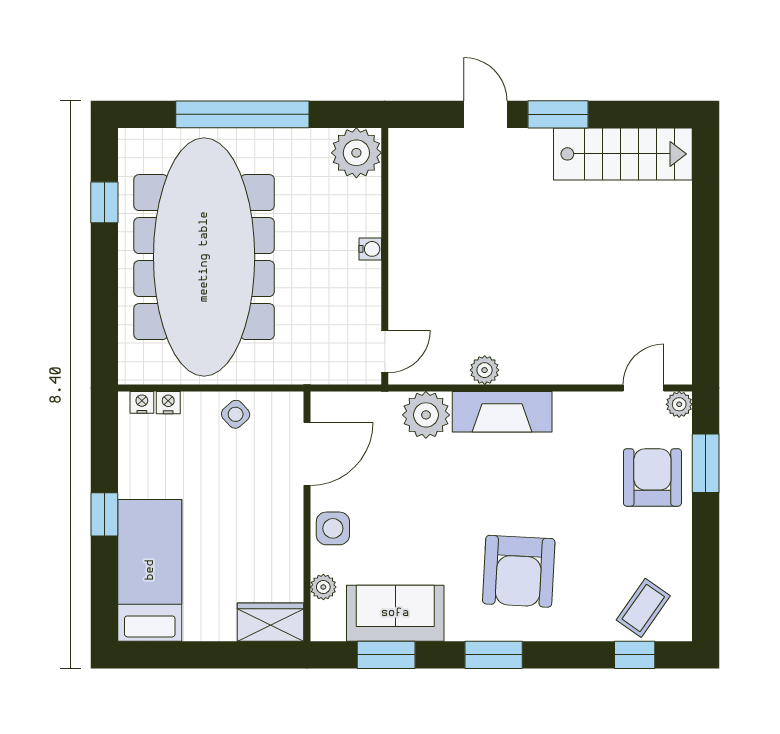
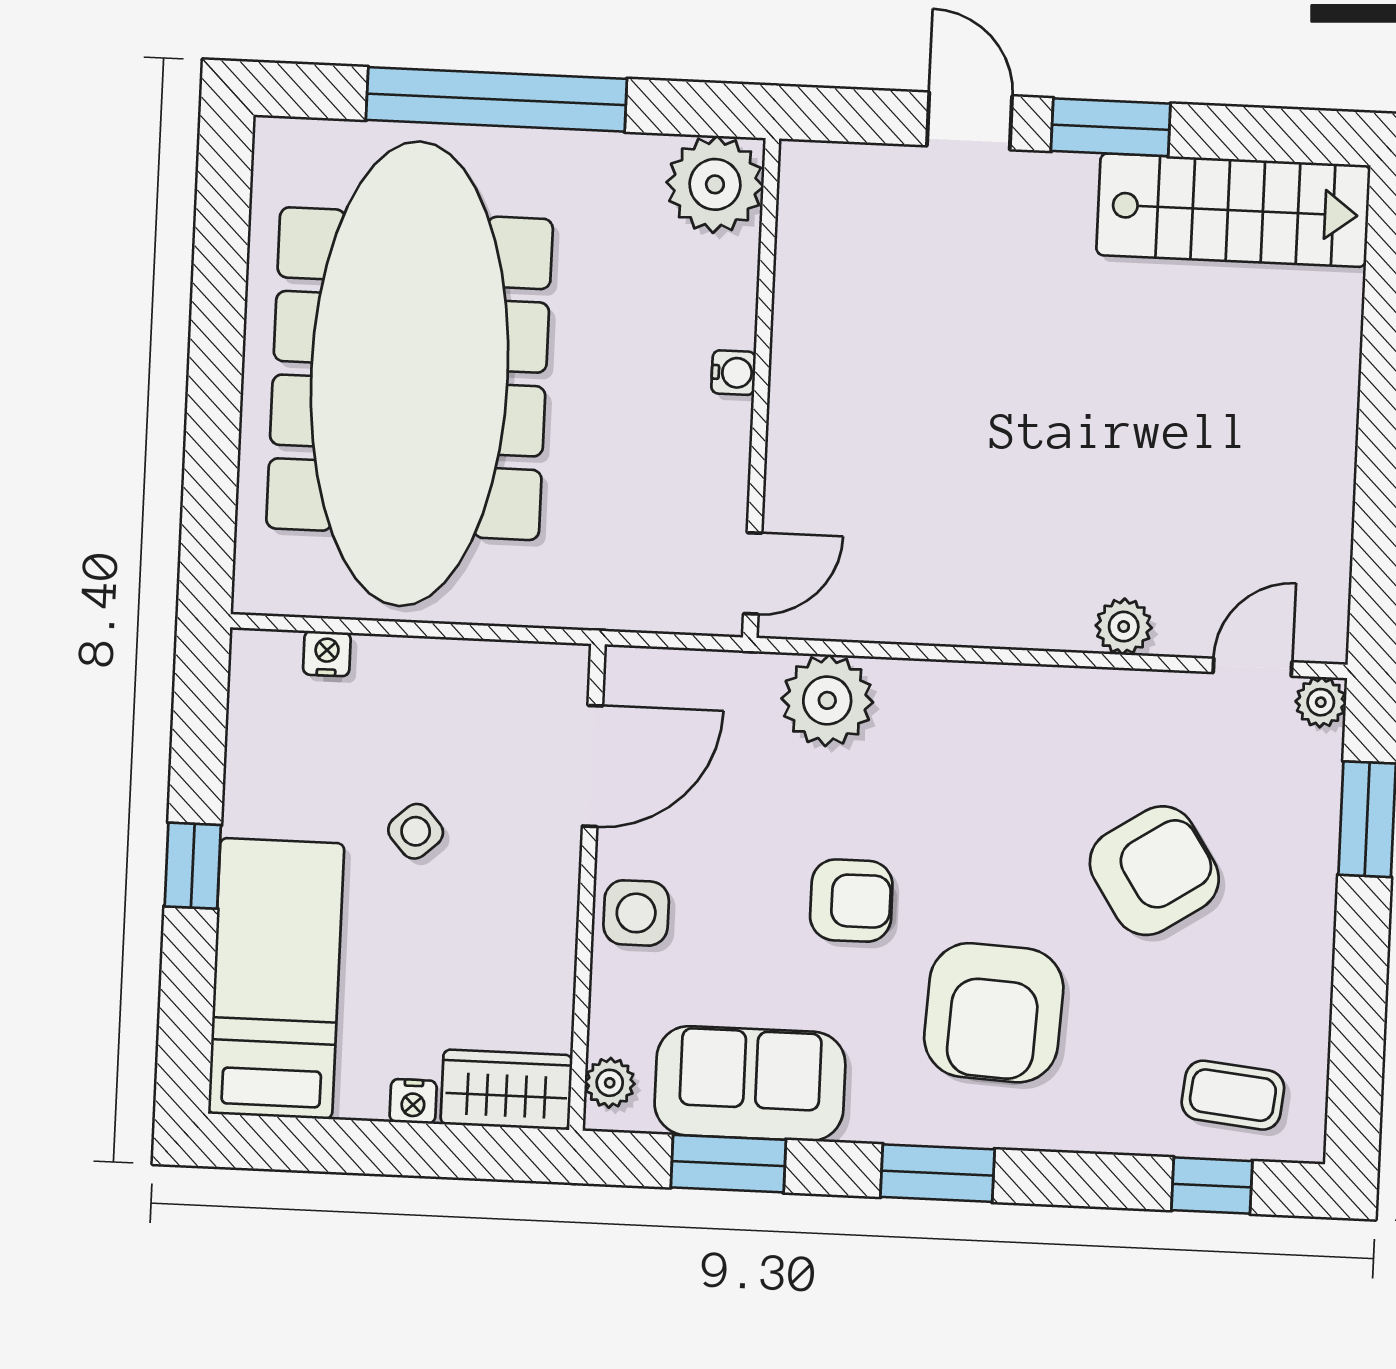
window: (104, 202) -> (220, 258), removed
plant: (485, 370) -> (1124, 627), moved
nightstand: (142, 402) -> (413, 1101), moved, turned 180
fireplace: (502, 412) -> (975, 701), removed
side table: (236, 414) -> (416, 831), moved
armchair: (652, 477) -> (1154, 871), moved, turned 57
armchair: (443, 517) -> (851, 901), added
plant: (323, 587) -> (610, 1083), moved
coffee table: (643, 608) -> (1233, 1095), turned 61

